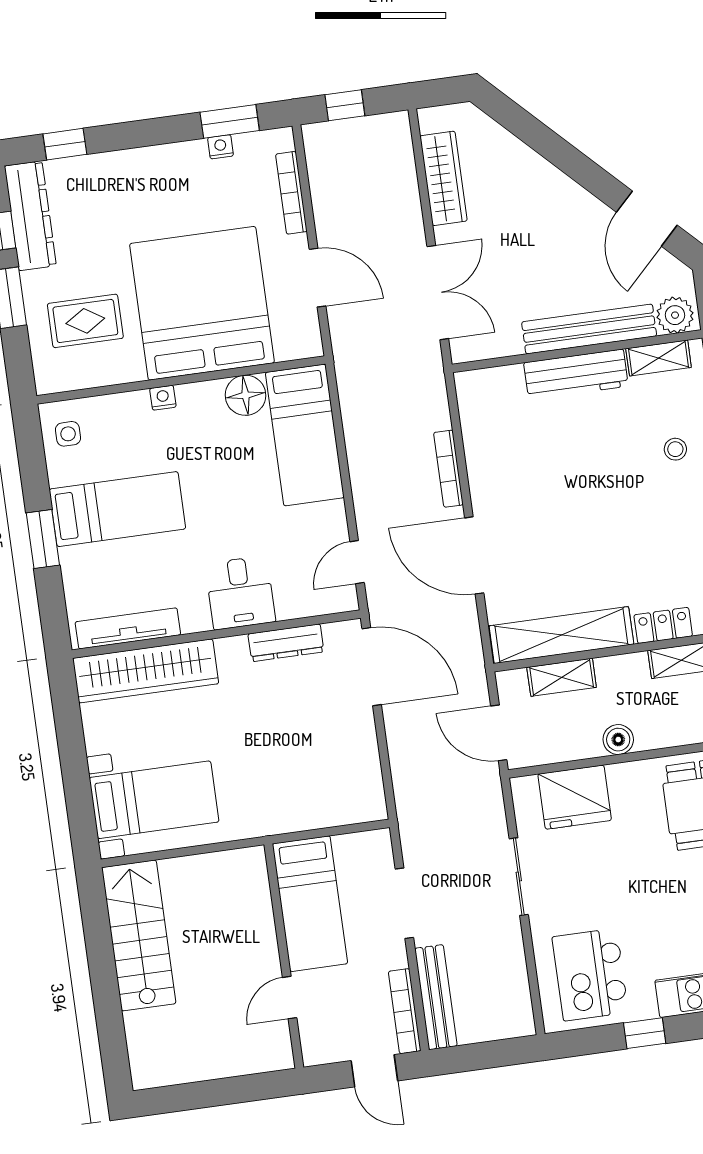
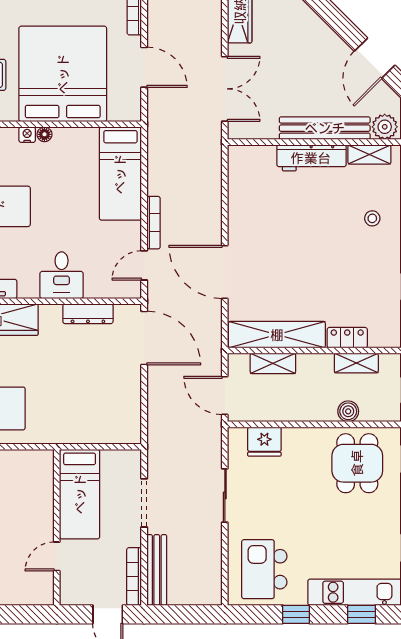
floor lamp: (245, 395) -> (44, 134), moved, width x0.53, depth x0.53
bookcase: (448, 469) -> (154, 223), moved, turned 180
boiler: (618, 740) -> (348, 411), moved
fridge: (575, 797) -> (264, 442), width x0.73, depth x0.75

